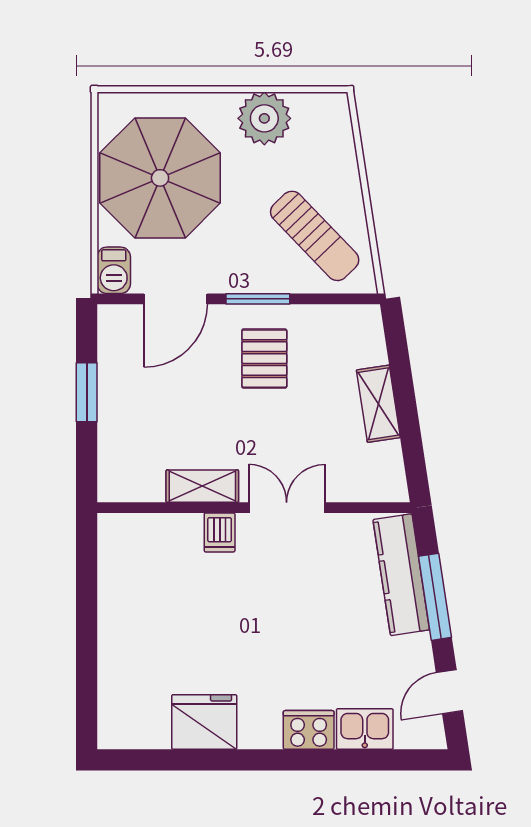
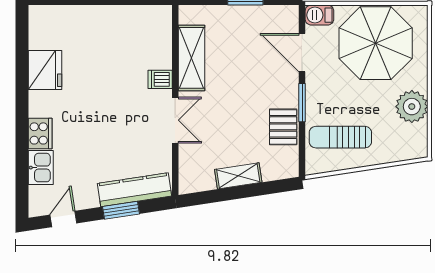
sun lounger: (315, 236) -> (340, 137), turned 44
pallet: (264, 359) -> (283, 127), moved, turned 90
shelving: (202, 486) -> (192, 58), width x1.50, depth x1.33
window: (435, 597) -> (121, 210), width x0.69
door: (449, 692) -> (63, 219), hinge flipped

